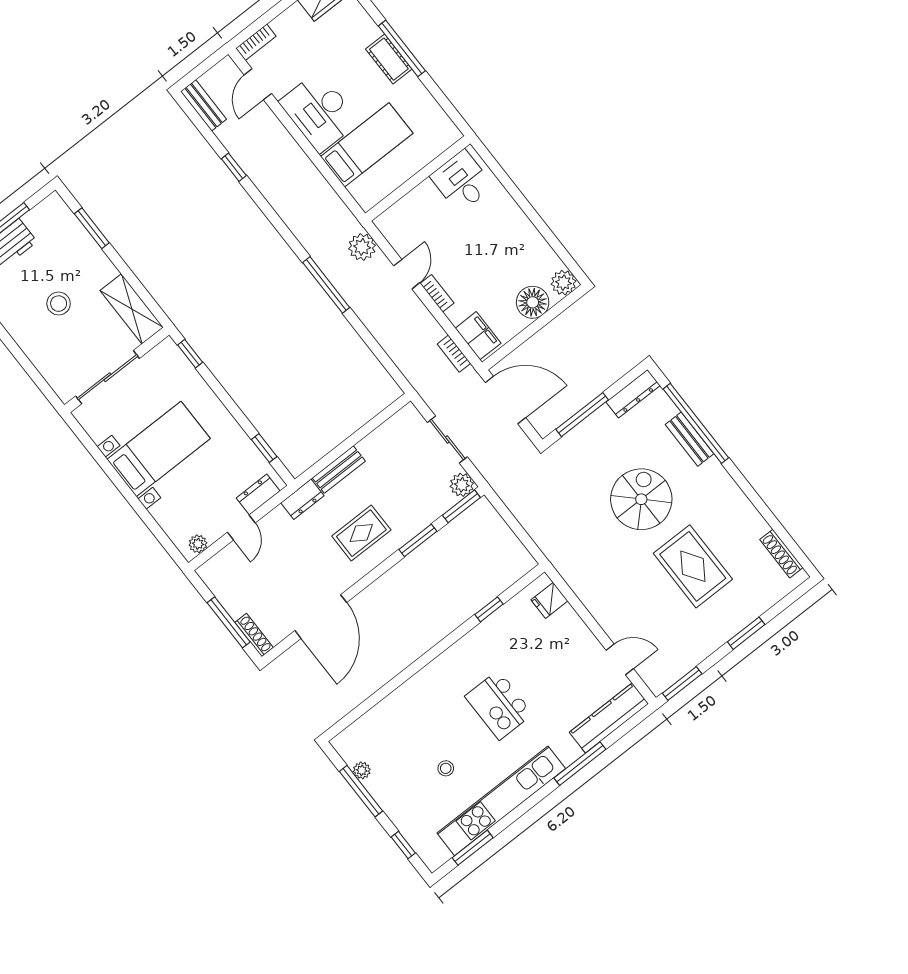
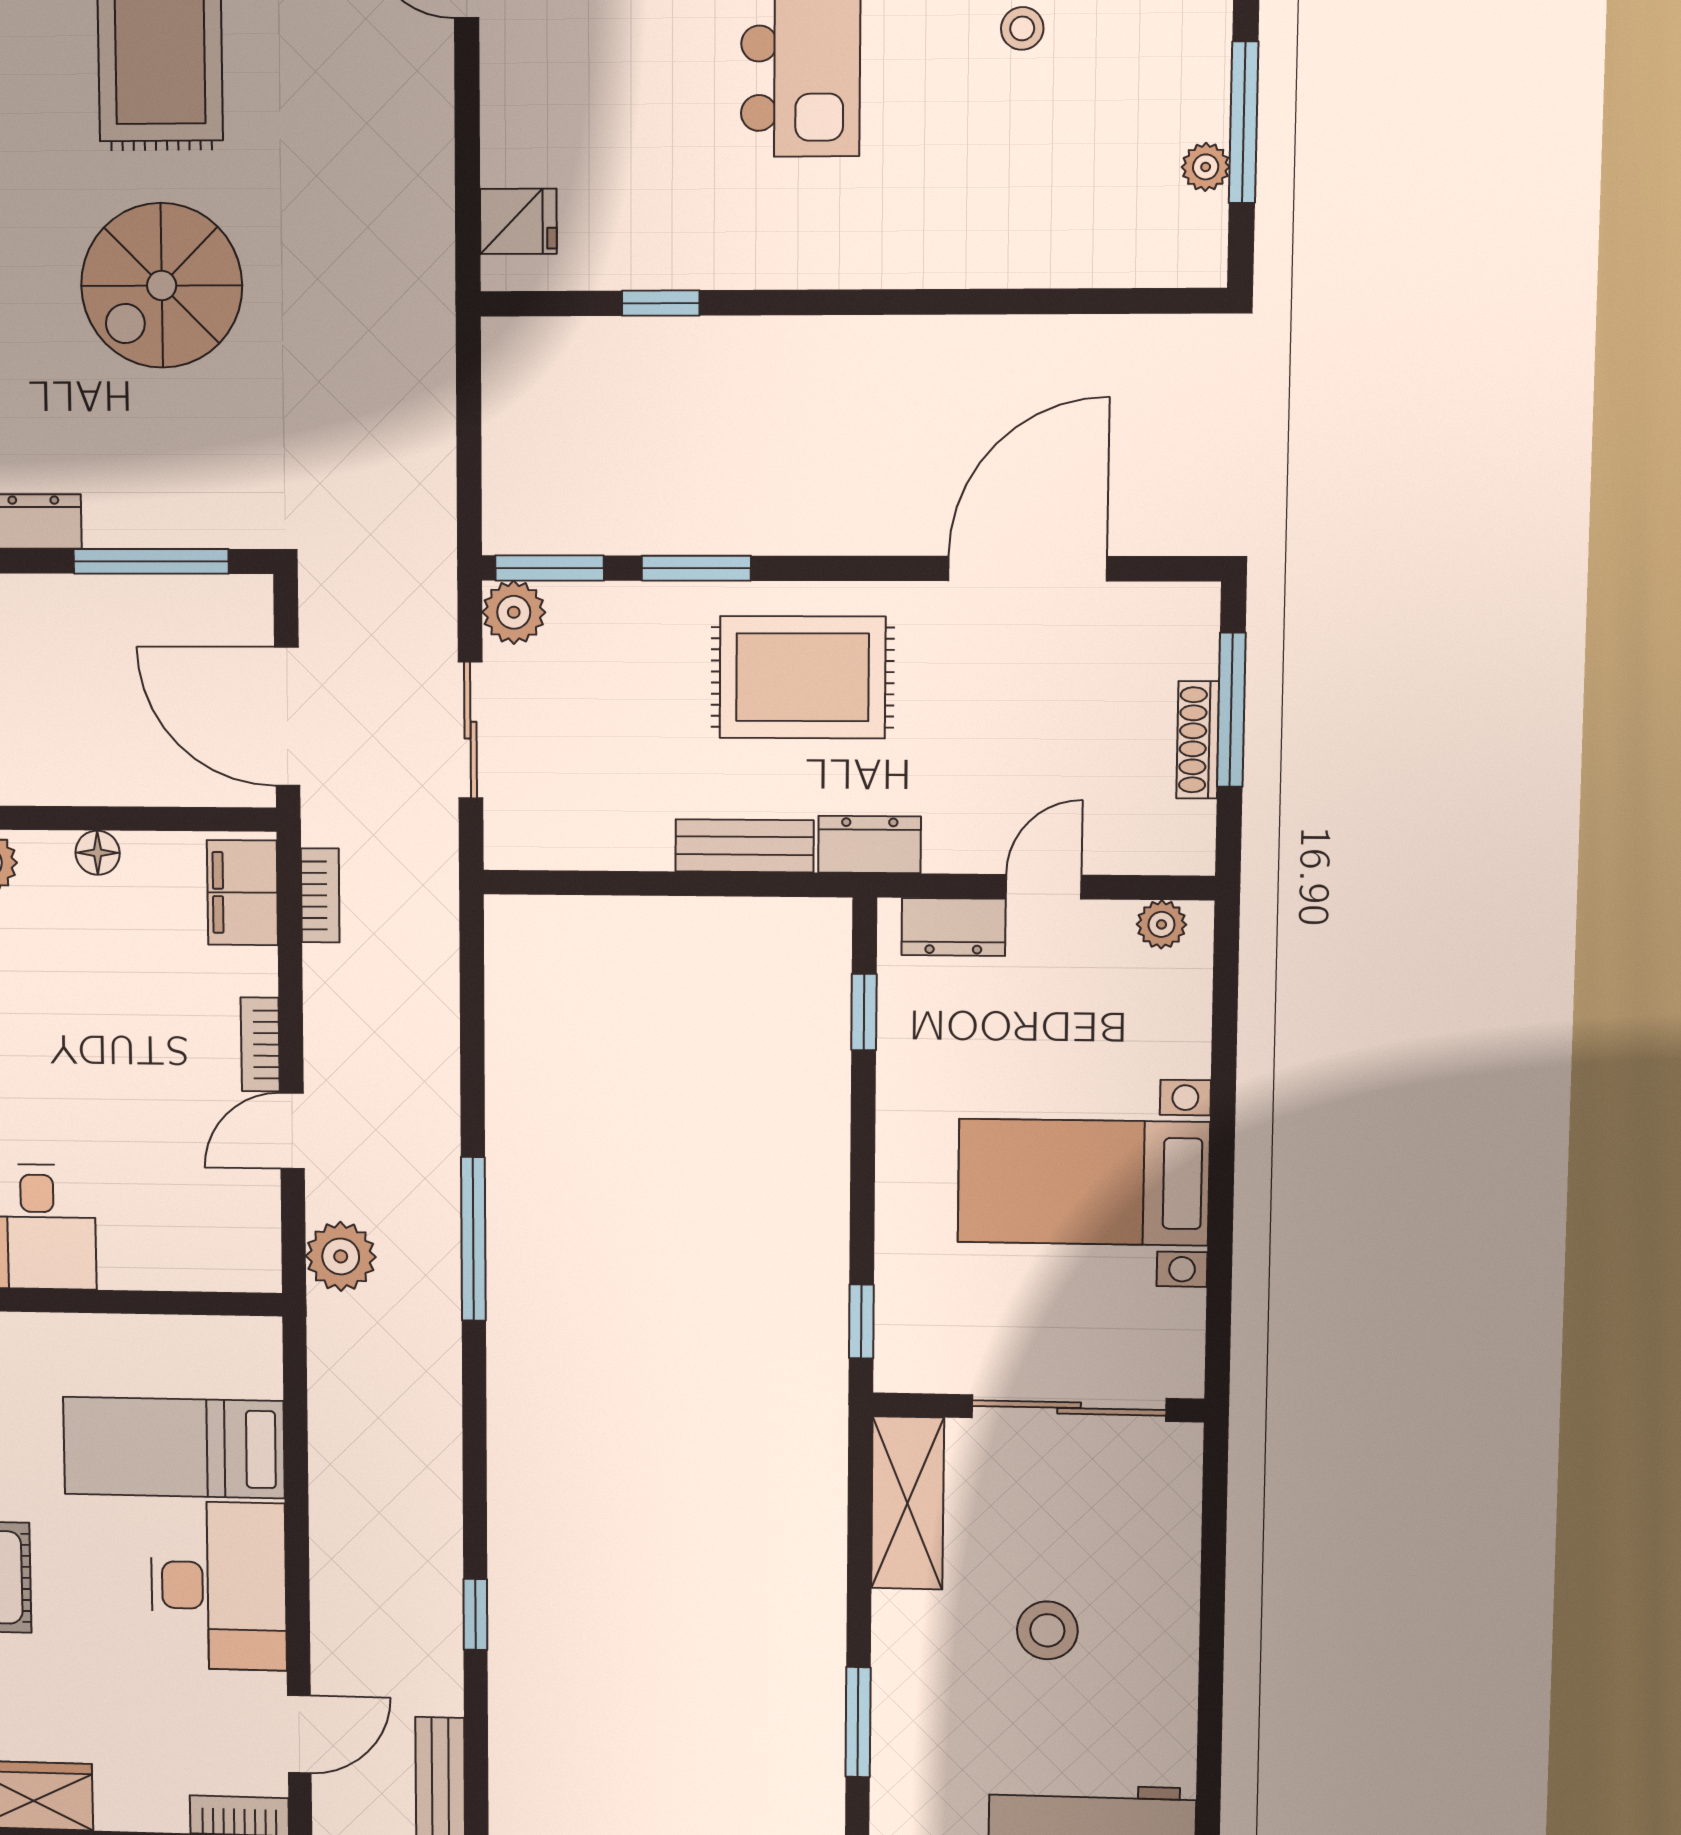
floor lamp: (533, 302) -> (98, 853), width x0.53, depth x0.53
rug: (361, 533) -> (803, 677), width x1.36, depth x1.43
shoe rack: (254, 635) -> (1198, 740), moved

